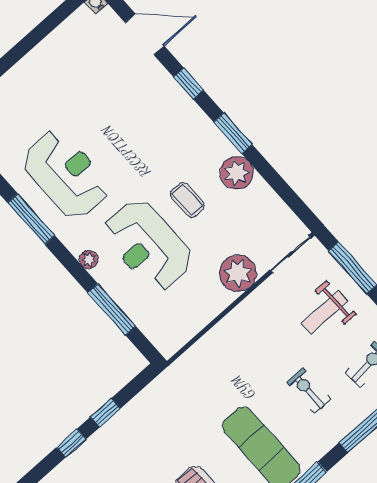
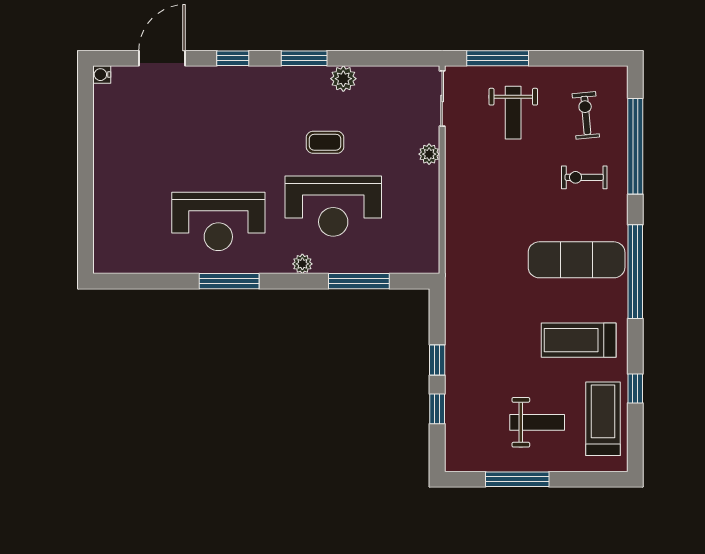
plant: (237, 173) -> (343, 79), width x0.73, depth x0.73
reception desk: (66, 175) -> (218, 221), turned 180
plant: (238, 273) -> (429, 154), width x0.53, depth x0.53
exercise bike: (309, 391) -> (584, 177), moved

